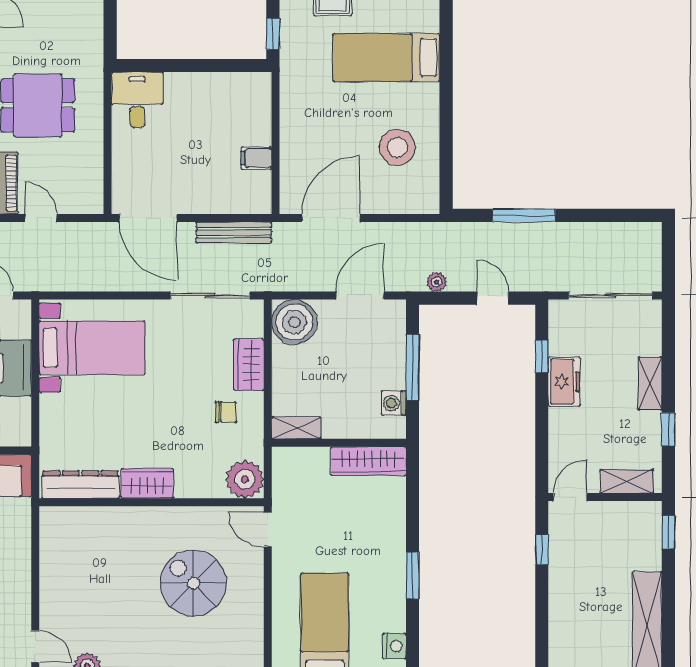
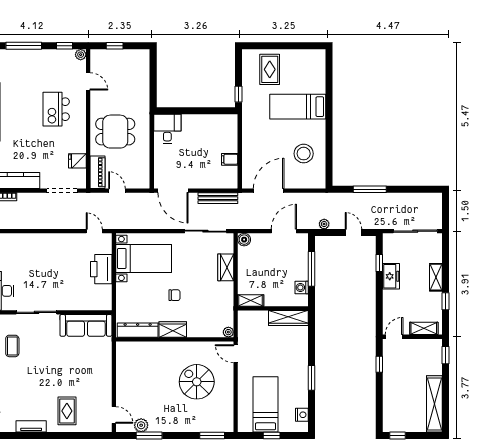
boiler: (294, 322) -> (244, 240), width x0.54, depth x0.54
chair: (226, 412) -> (175, 295), moved
plant: (245, 479) -> (228, 332), width x0.53, depth x0.53

